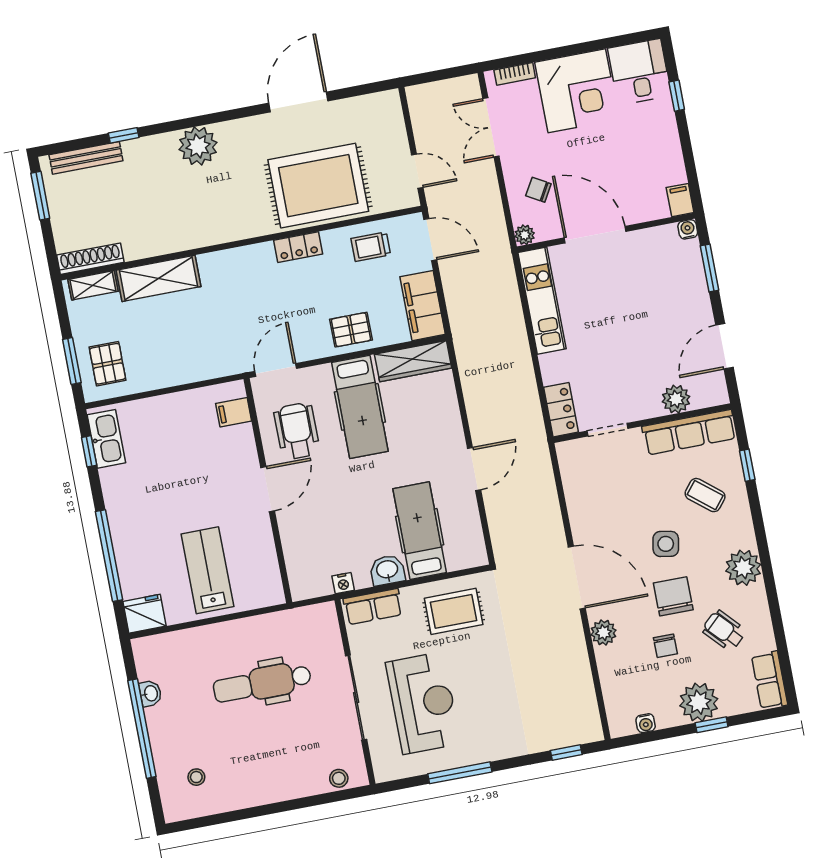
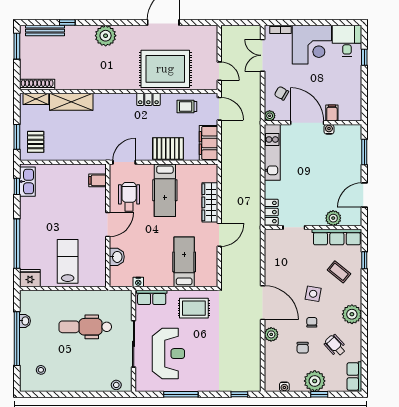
filing cabinet: (680, 200) -> (332, 113), moved
water cooler: (688, 229) -> (329, 129), moved
pallet: (351, 330) -> (168, 148), width x1.50, depth x1.42
wardrobe: (413, 361) -> (210, 202), moved, turned 90
washbasin: (387, 570) -> (117, 257), moved, turned 90
chair: (673, 596) -> (312, 322), width x0.54, depth x0.54

